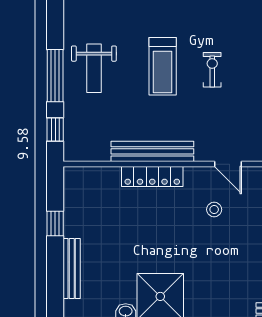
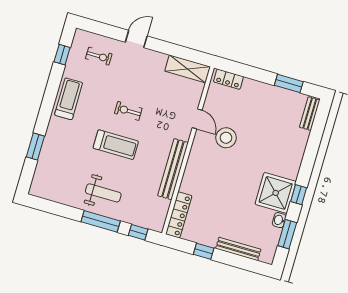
door: (228, 164) -> (197, 119), hinge flipped
locker: (152, 177) -> (179, 215), moved
stool: (214, 210) -> (226, 138), width x1.89, depth x1.89

